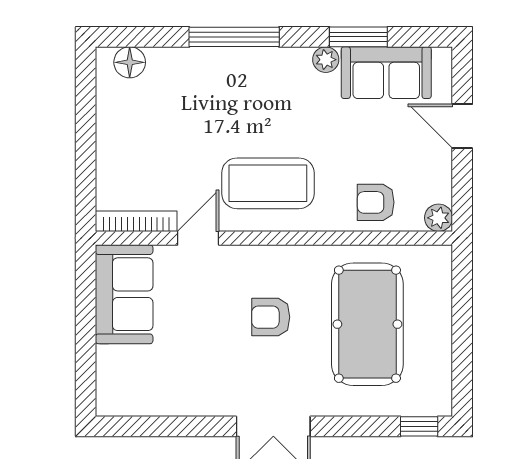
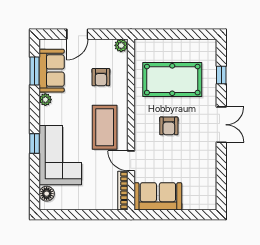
window: (234, 37) -> (34, 144), width x0.46
window: (358, 37) -> (34, 71), moved
corner sofa: (210, 91) -> (60, 155), added
armchair: (376, 202) -> (101, 77), moved
window: (419, 426) -> (221, 75), moved

